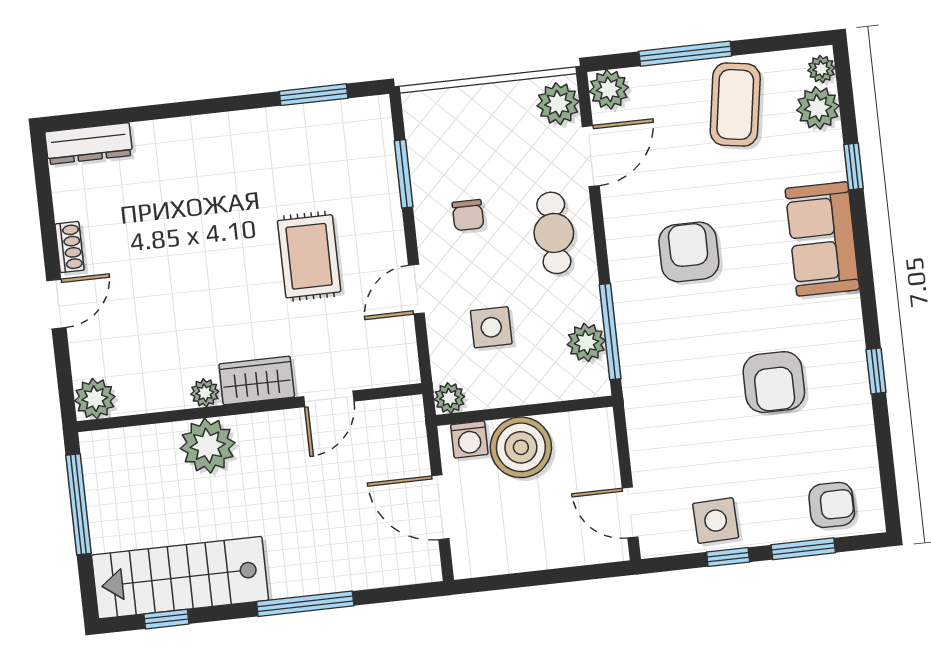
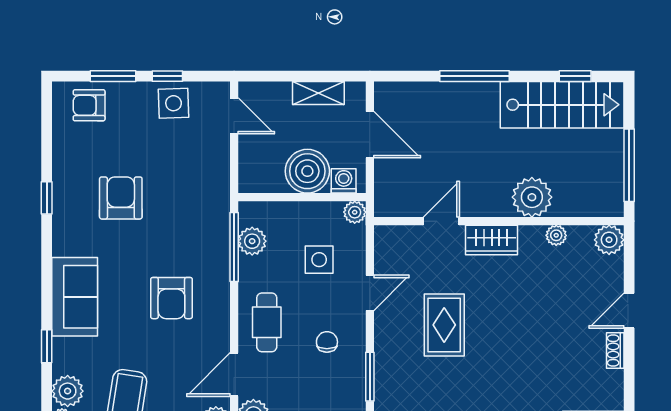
plant: (205, 393) -> (556, 235), moved
shelving: (518, 557) -> (318, 93), added

